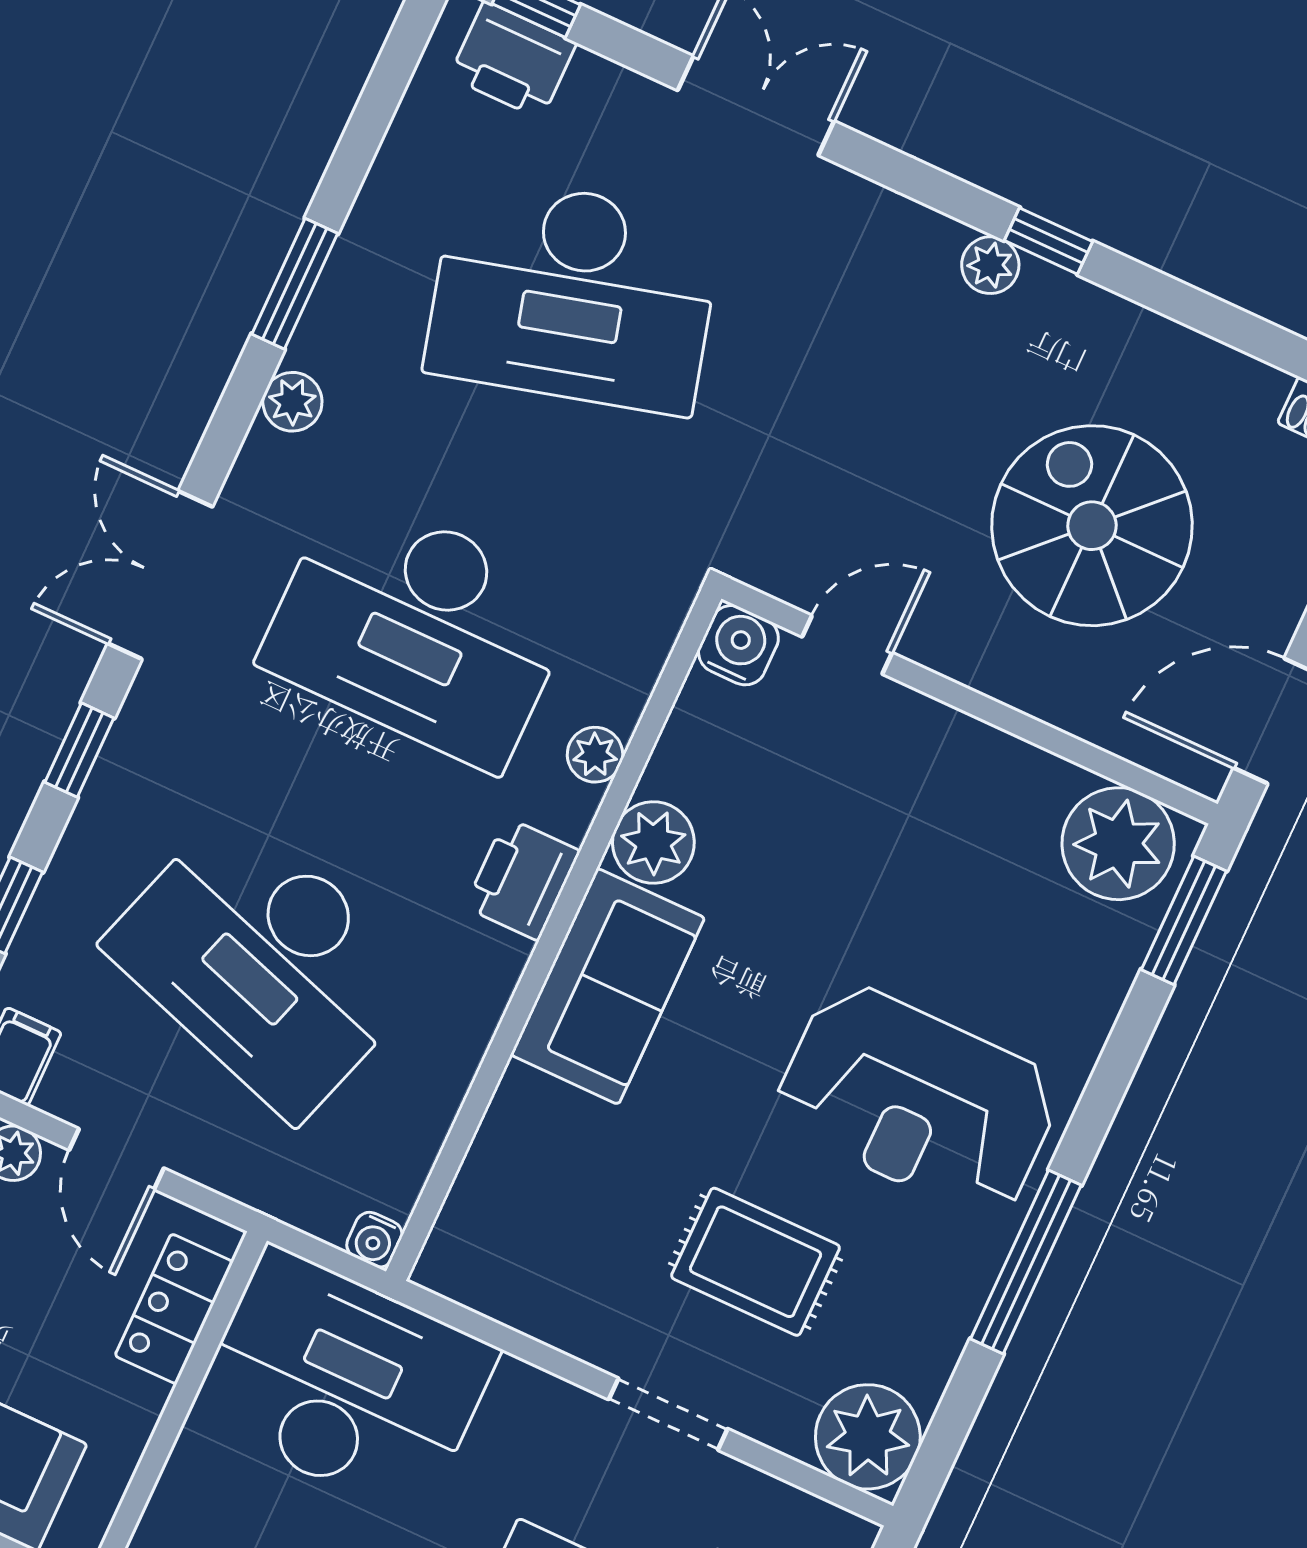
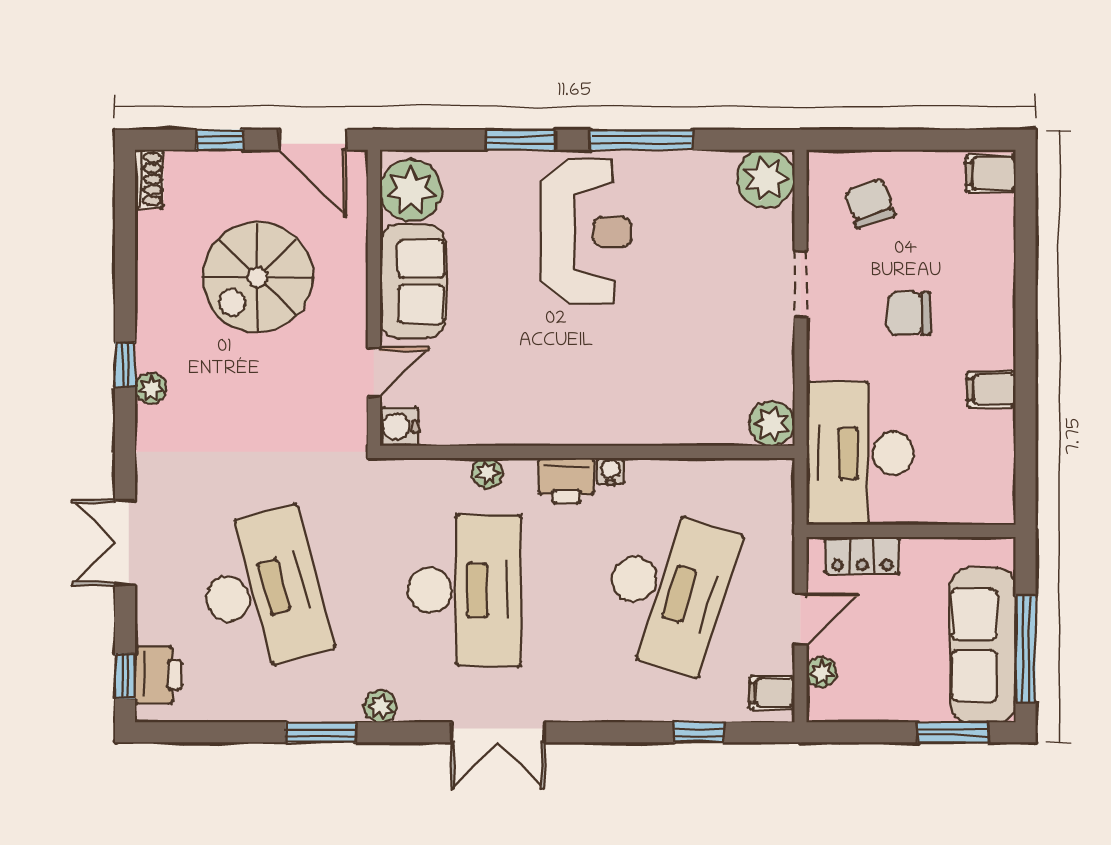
door: (847, 645) -> (374, 372), swing flipped
window: (79, 750) -> (604, 732), removed
plant: (653, 843) -> (772, 423), moved
window: (1184, 920) -> (520, 140), moved
sofa: (608, 986) -> (413, 281), moved, turned 90
water cooler: (374, 1240) -> (610, 471), moved, turned -90
rug: (755, 1262) -> (704, 275), removed

